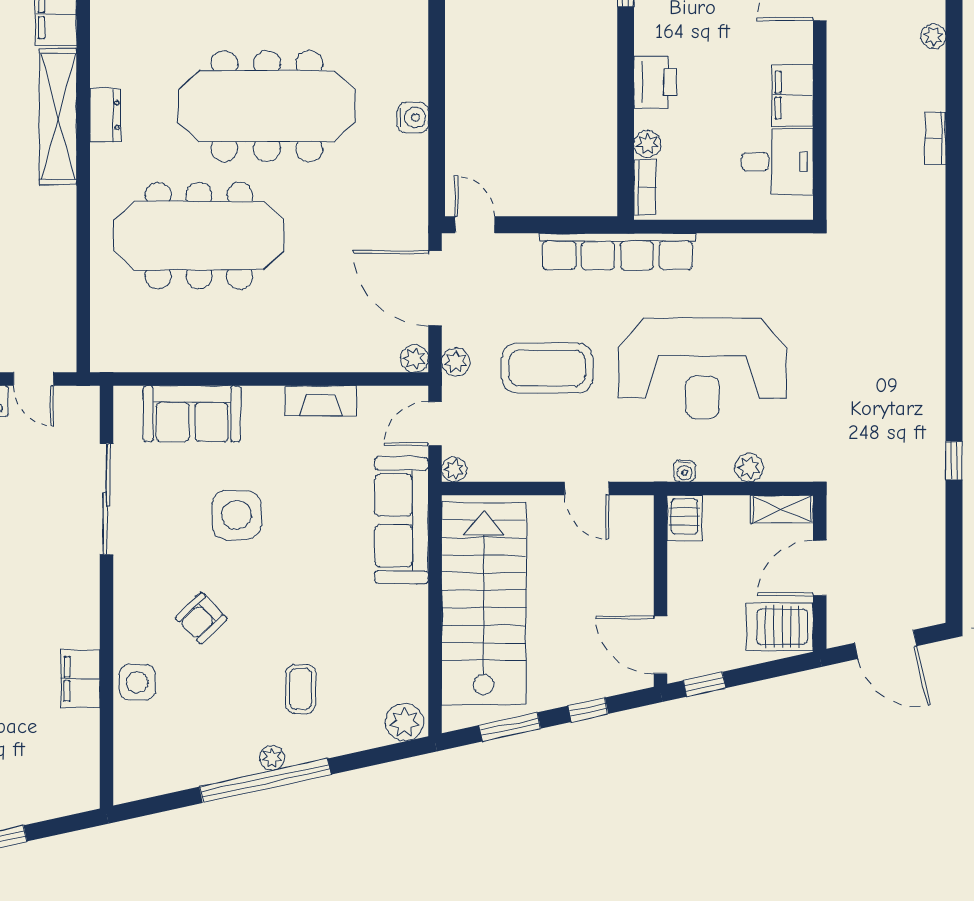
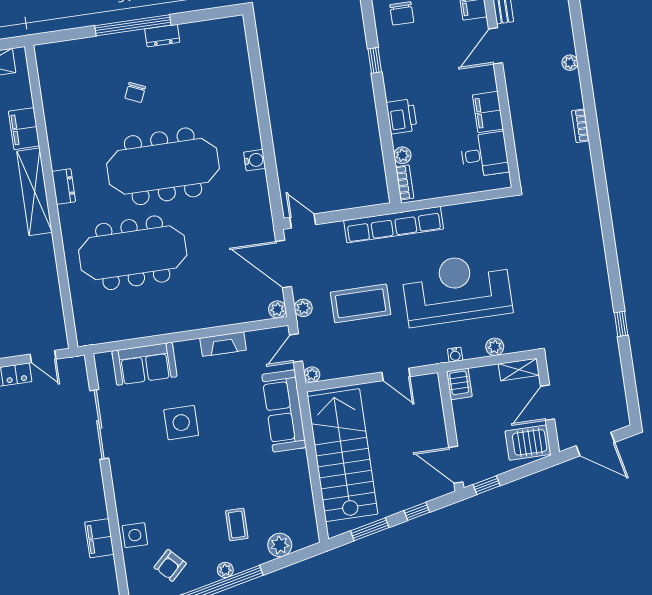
reception desk: (702, 368) -> (457, 289), turned 180
armchair: (201, 618) -> (170, 565), moved
plant: (404, 722) -> (280, 545), moved

